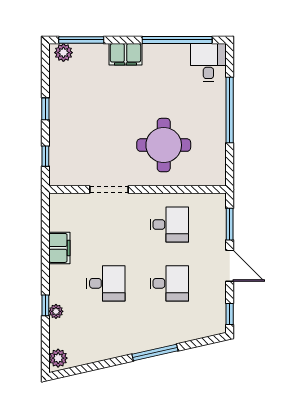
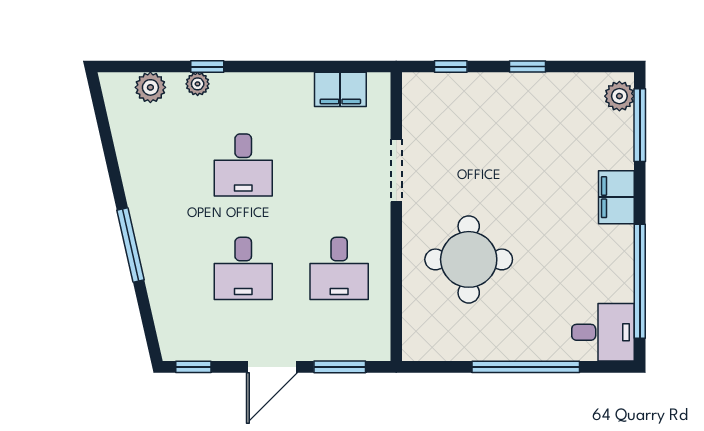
filing cabinet: (59, 248) -> (340, 89), moved
plant: (58, 358) -> (150, 87), moved

